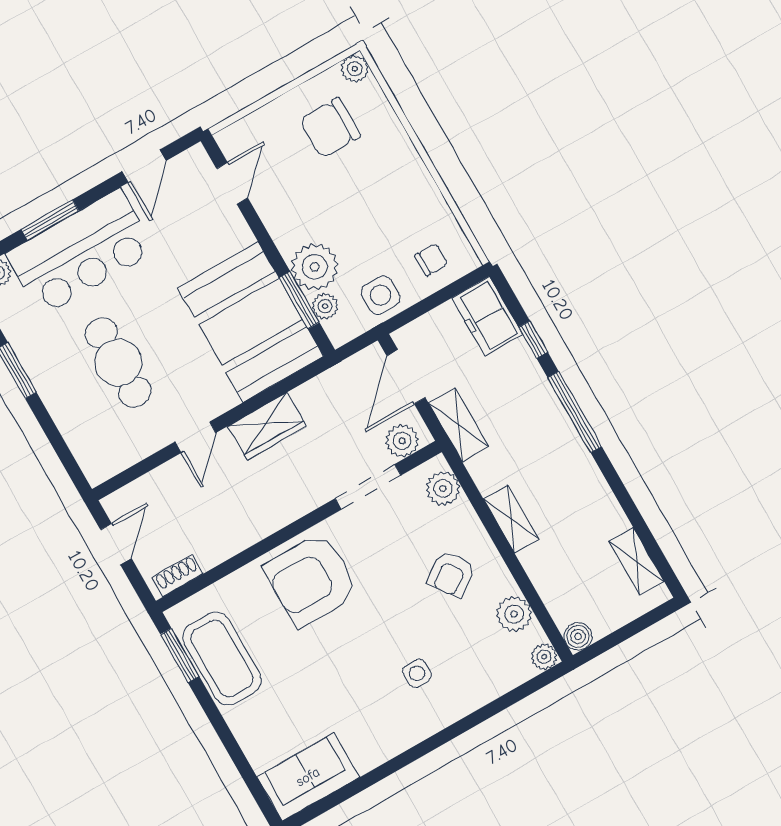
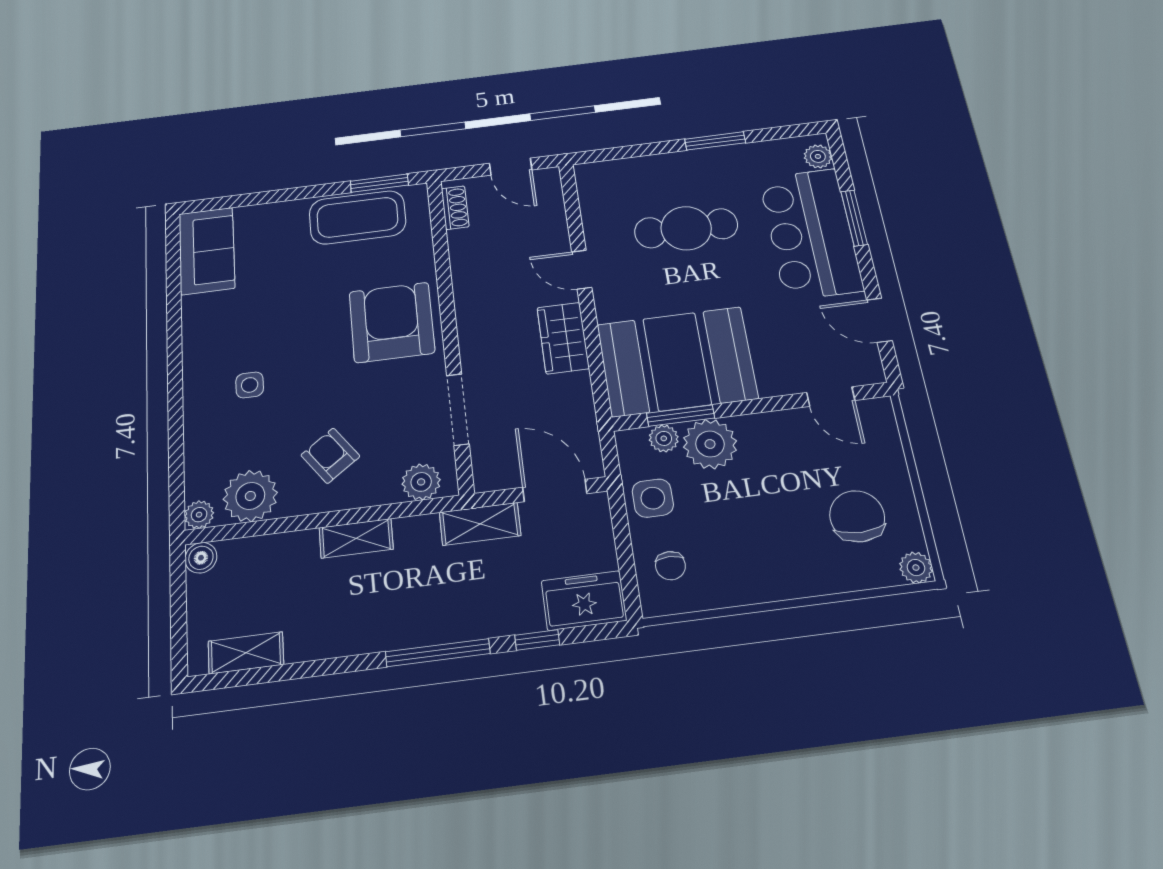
plant: (402, 441) -> (489, 461), removed
plant: (514, 614) -> (250, 496), width x1.36, depth x1.36

